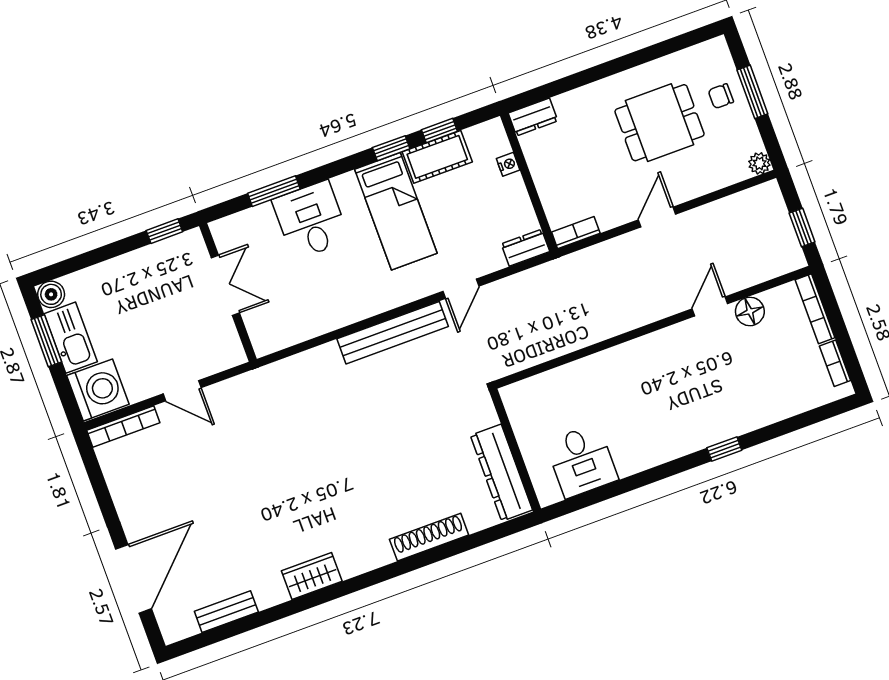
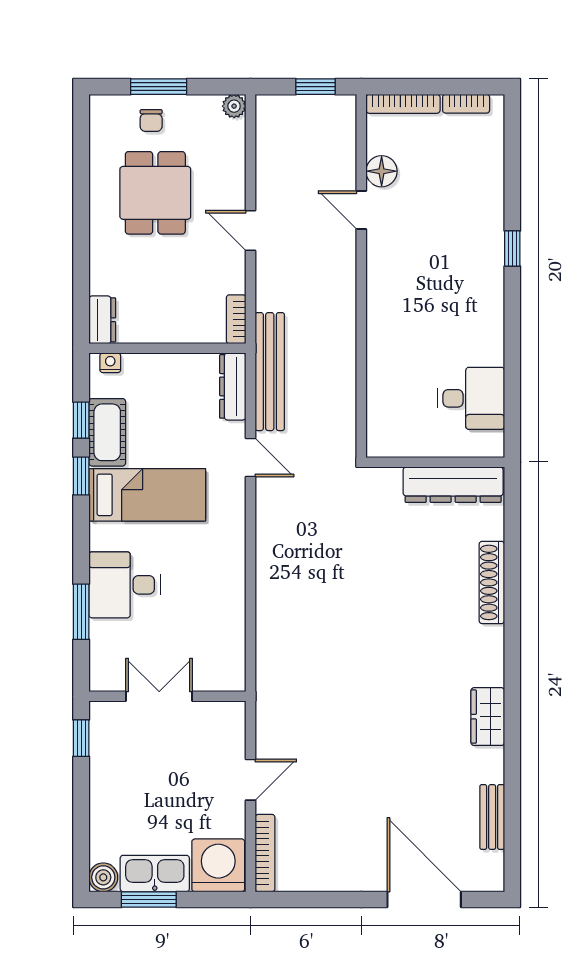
nightstand: (508, 164) -> (110, 363), moved
dresser: (525, 248) -> (233, 386), width x1.44
bench: (393, 333) -> (270, 372), moved

